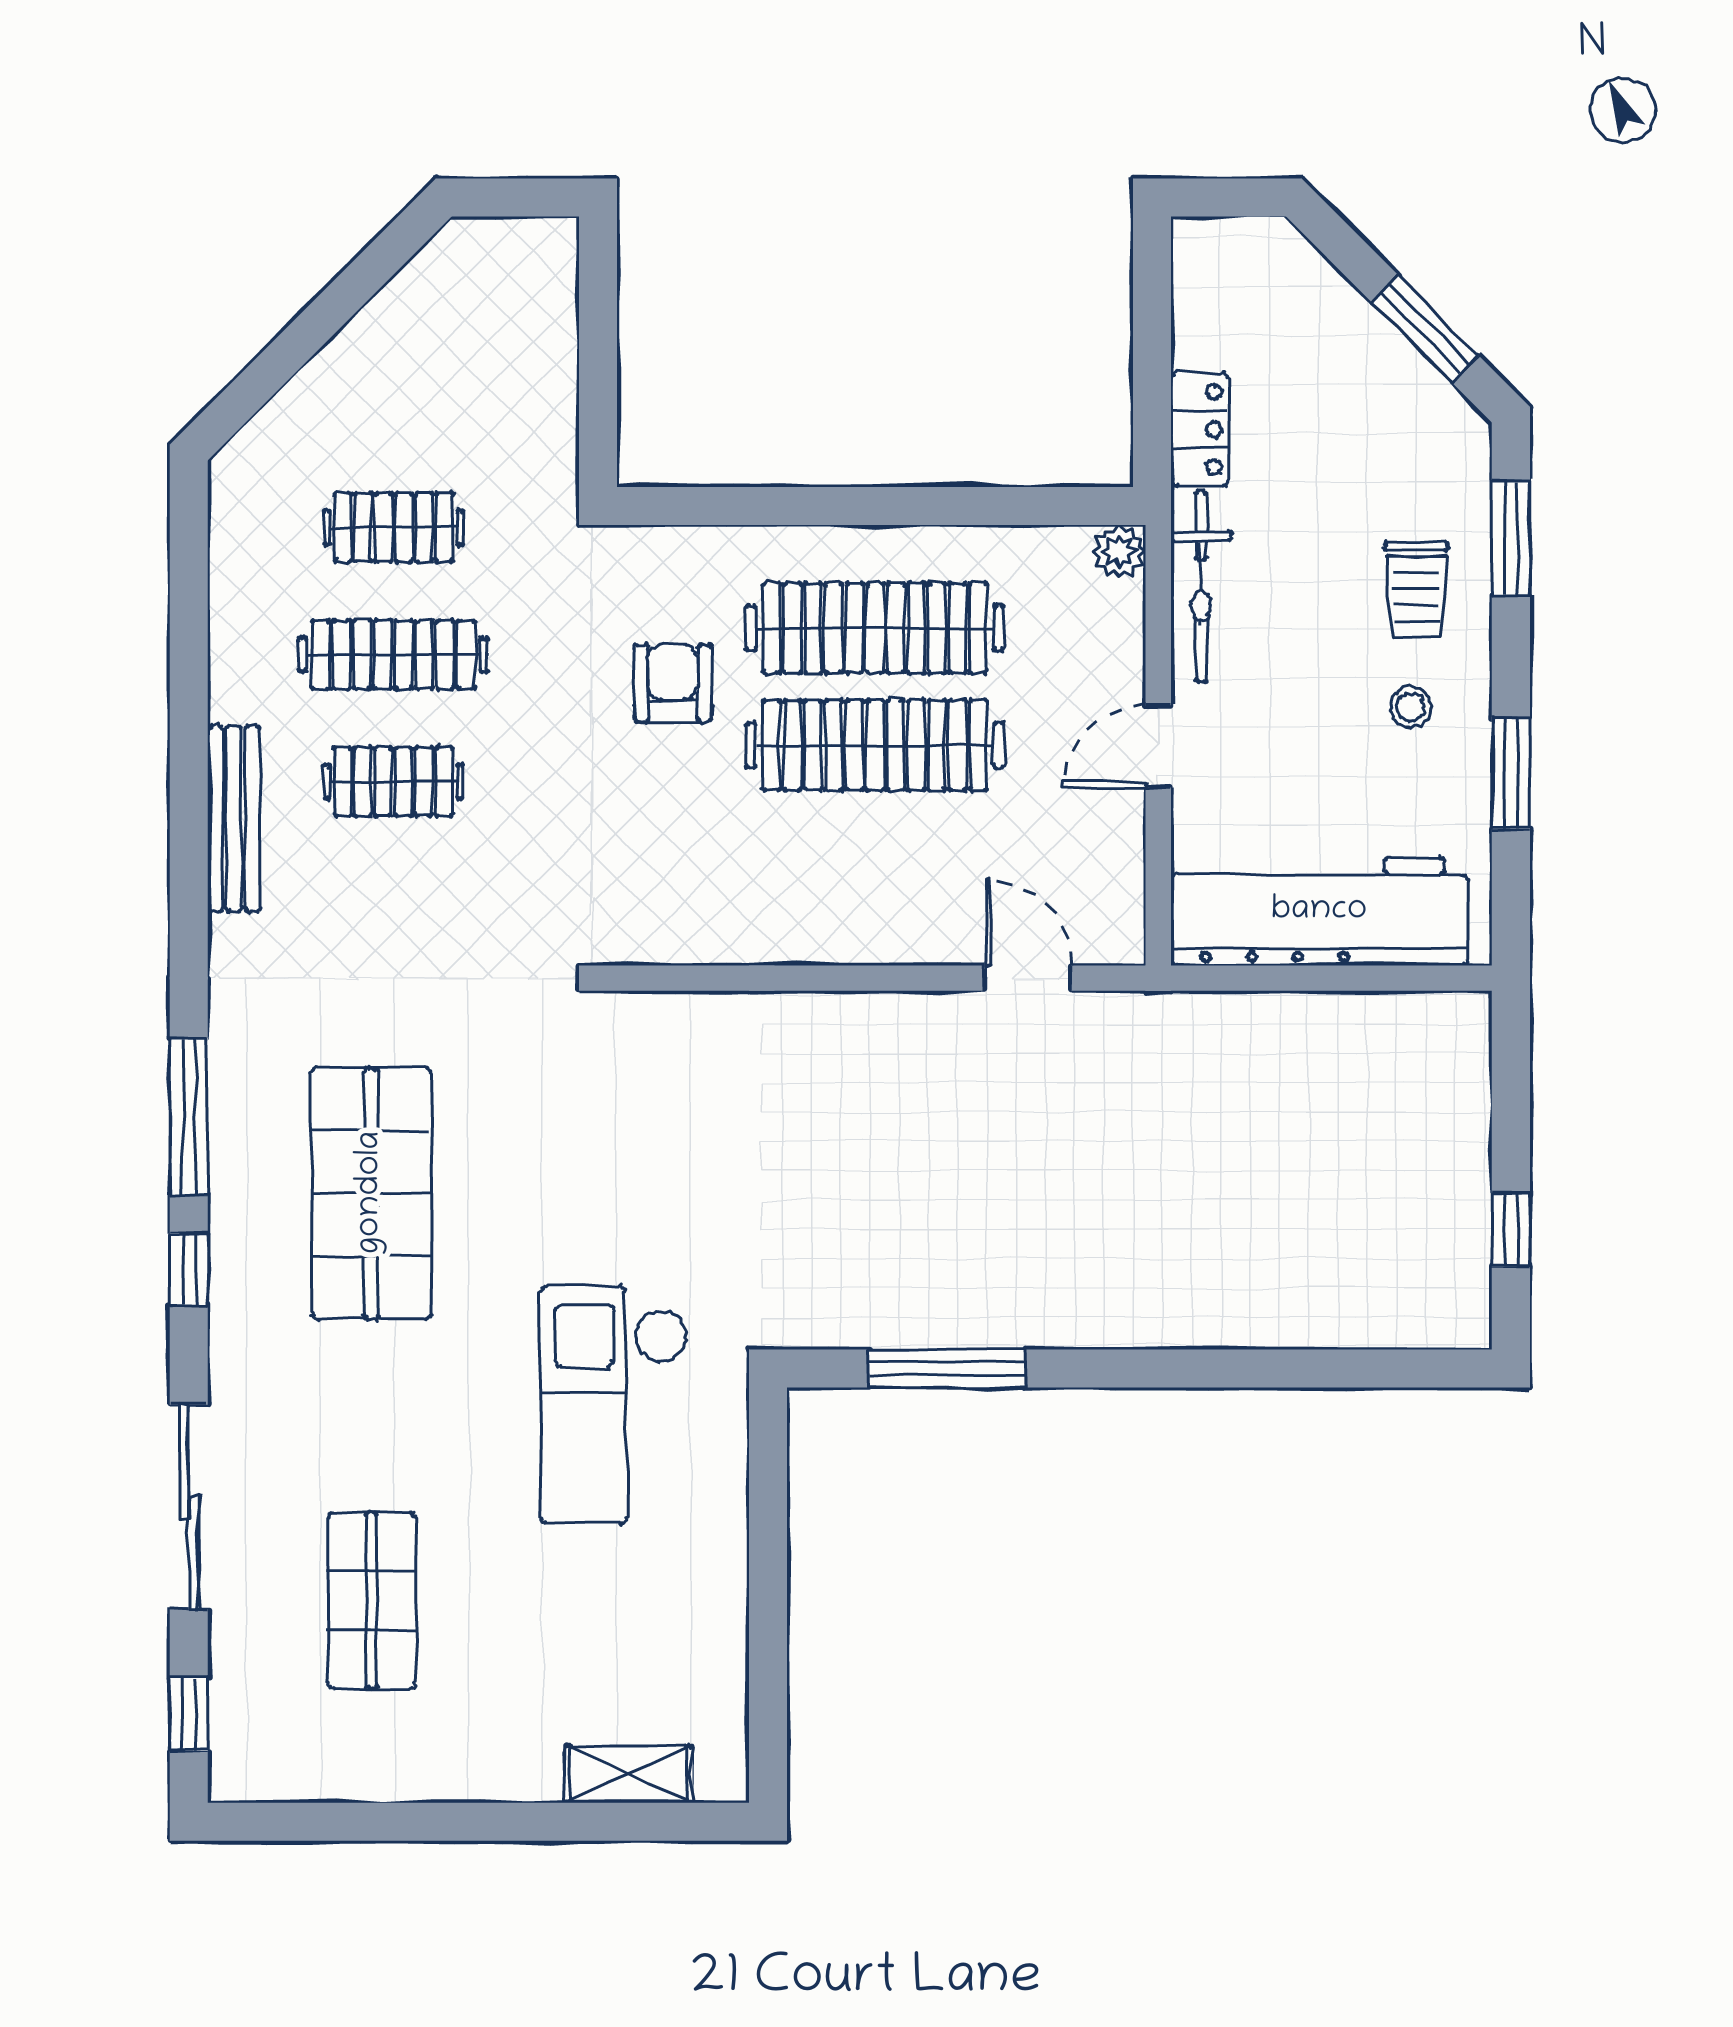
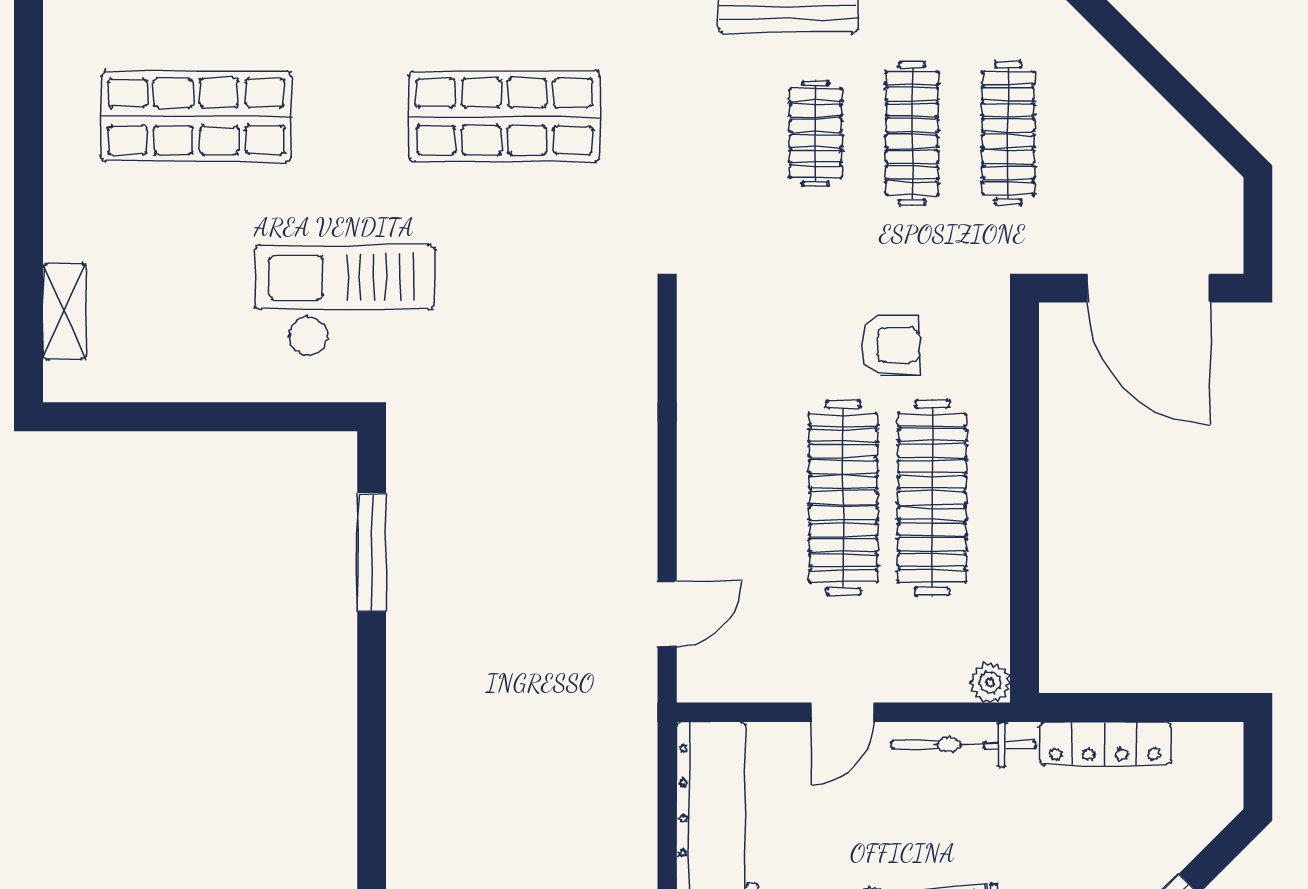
door: (598, 342) -> (1149, 288), added
locker: (1200, 429) -> (1105, 743), width x1.53
clothes rail: (393, 527) -> (1008, 133), width x1.36
door: (1158, 746) -> (842, 712), swing flipped
shop shelf: (371, 1600) -> (196, 117), width x1.43, depth x1.36

